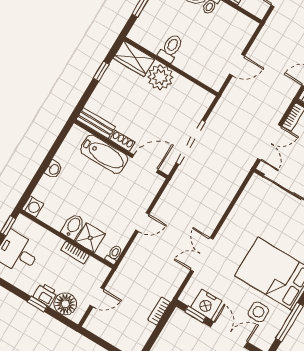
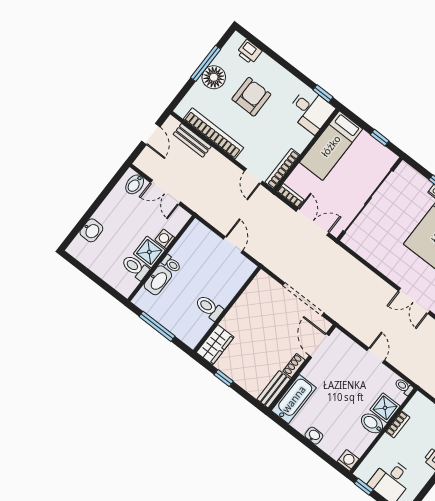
plant: (160, 77) -> (236, 321), removed
bathtub: (104, 154) -> (294, 399), moved

